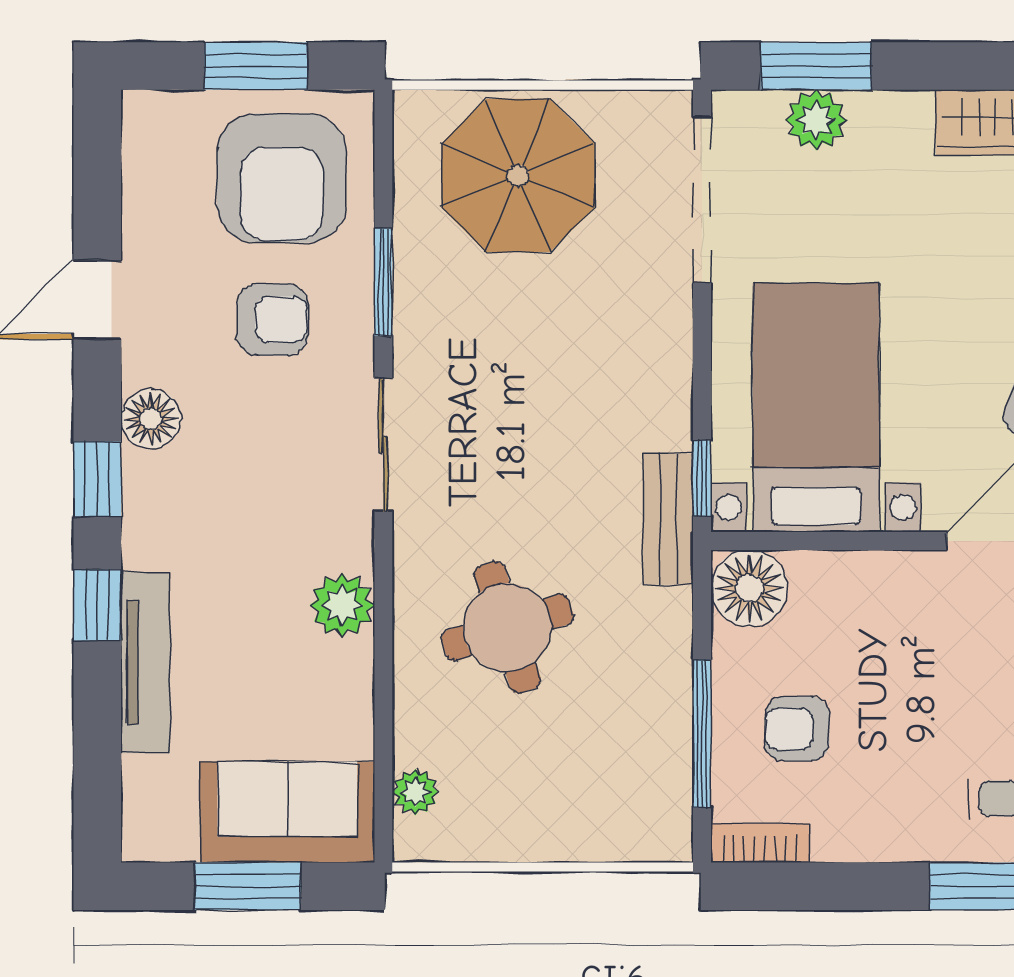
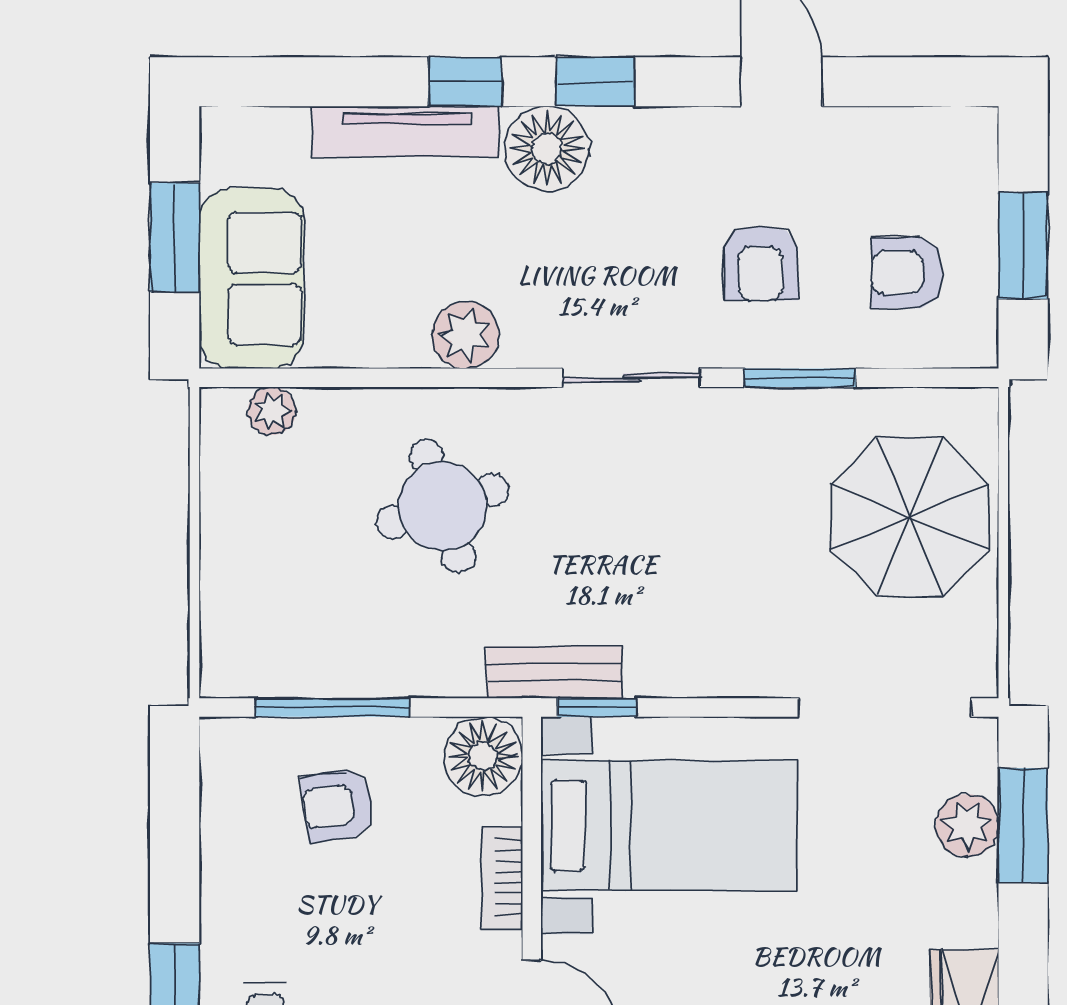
armchair: (282, 178) -> (907, 273), width x0.53, depth x0.53
floor lamp: (151, 419) -> (547, 149), moved, width x1.38, depth x1.38
armchair: (797, 729) -> (337, 806), turned -98
bookcase: (760, 843) -> (502, 877), moved, turned 180

